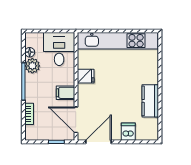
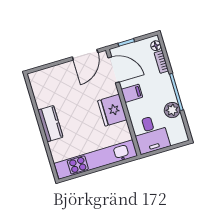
floor lamp: (30, 52) -> (156, 46), moved
fridge: (86, 76) -> (112, 110), width x1.88, depth x1.34
kitchen counter: (150, 101) -> (50, 124), moved
dishwasher: (128, 132) -> (59, 73), removed

